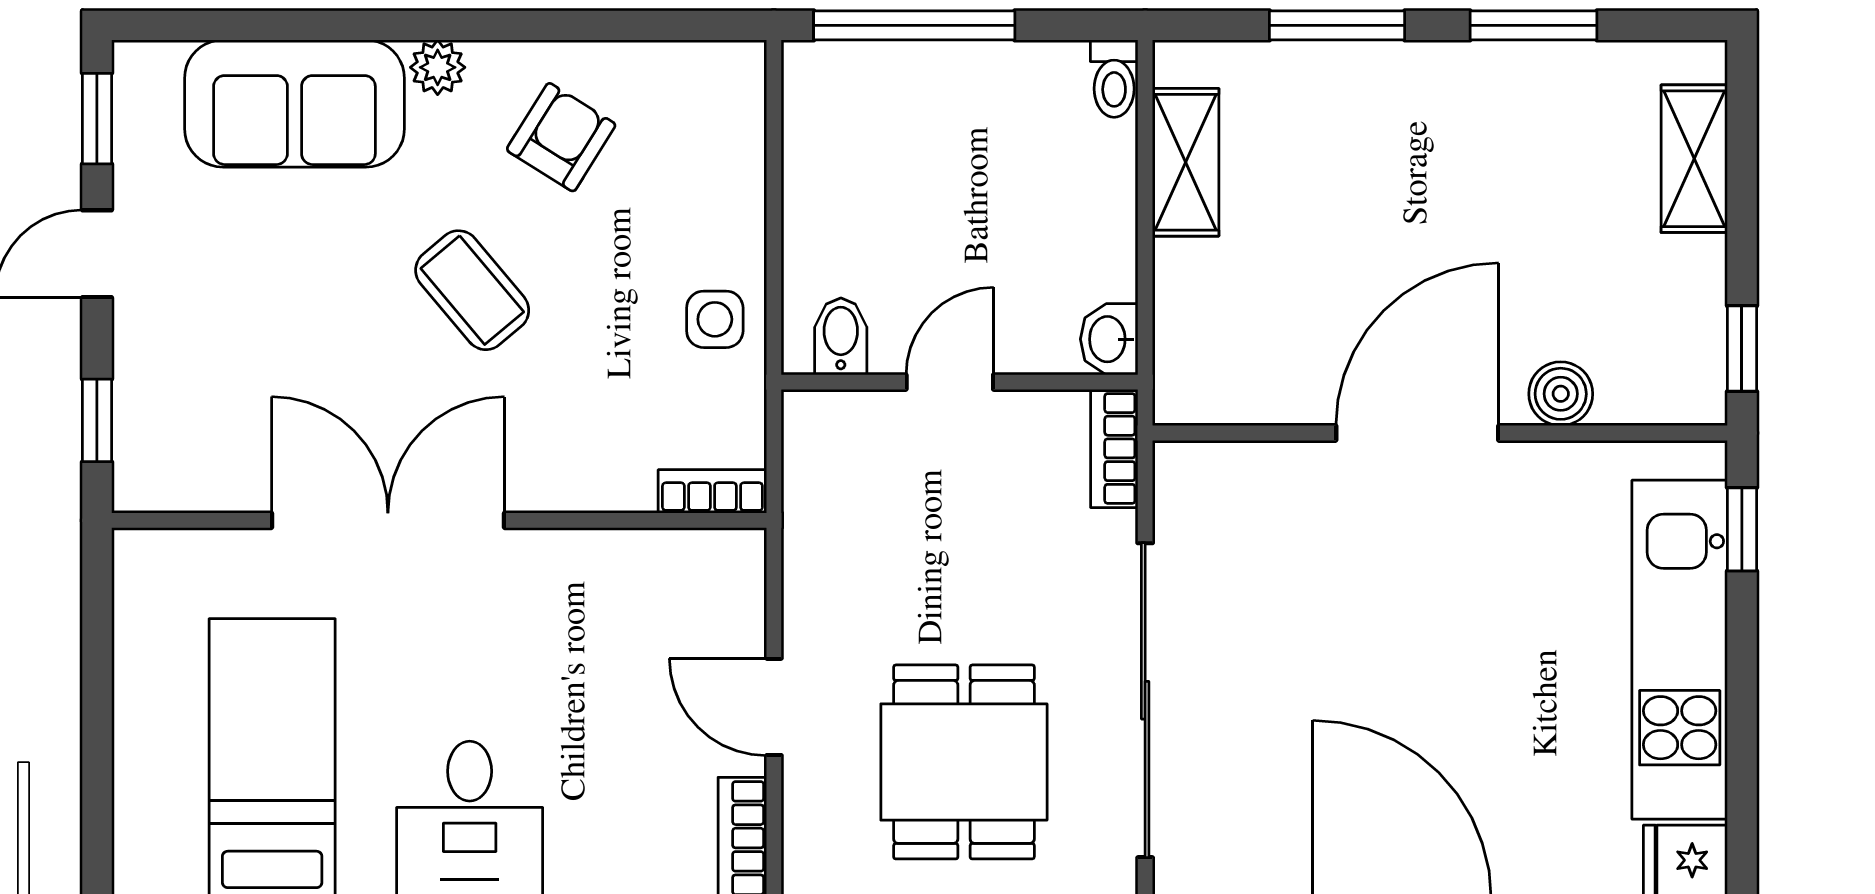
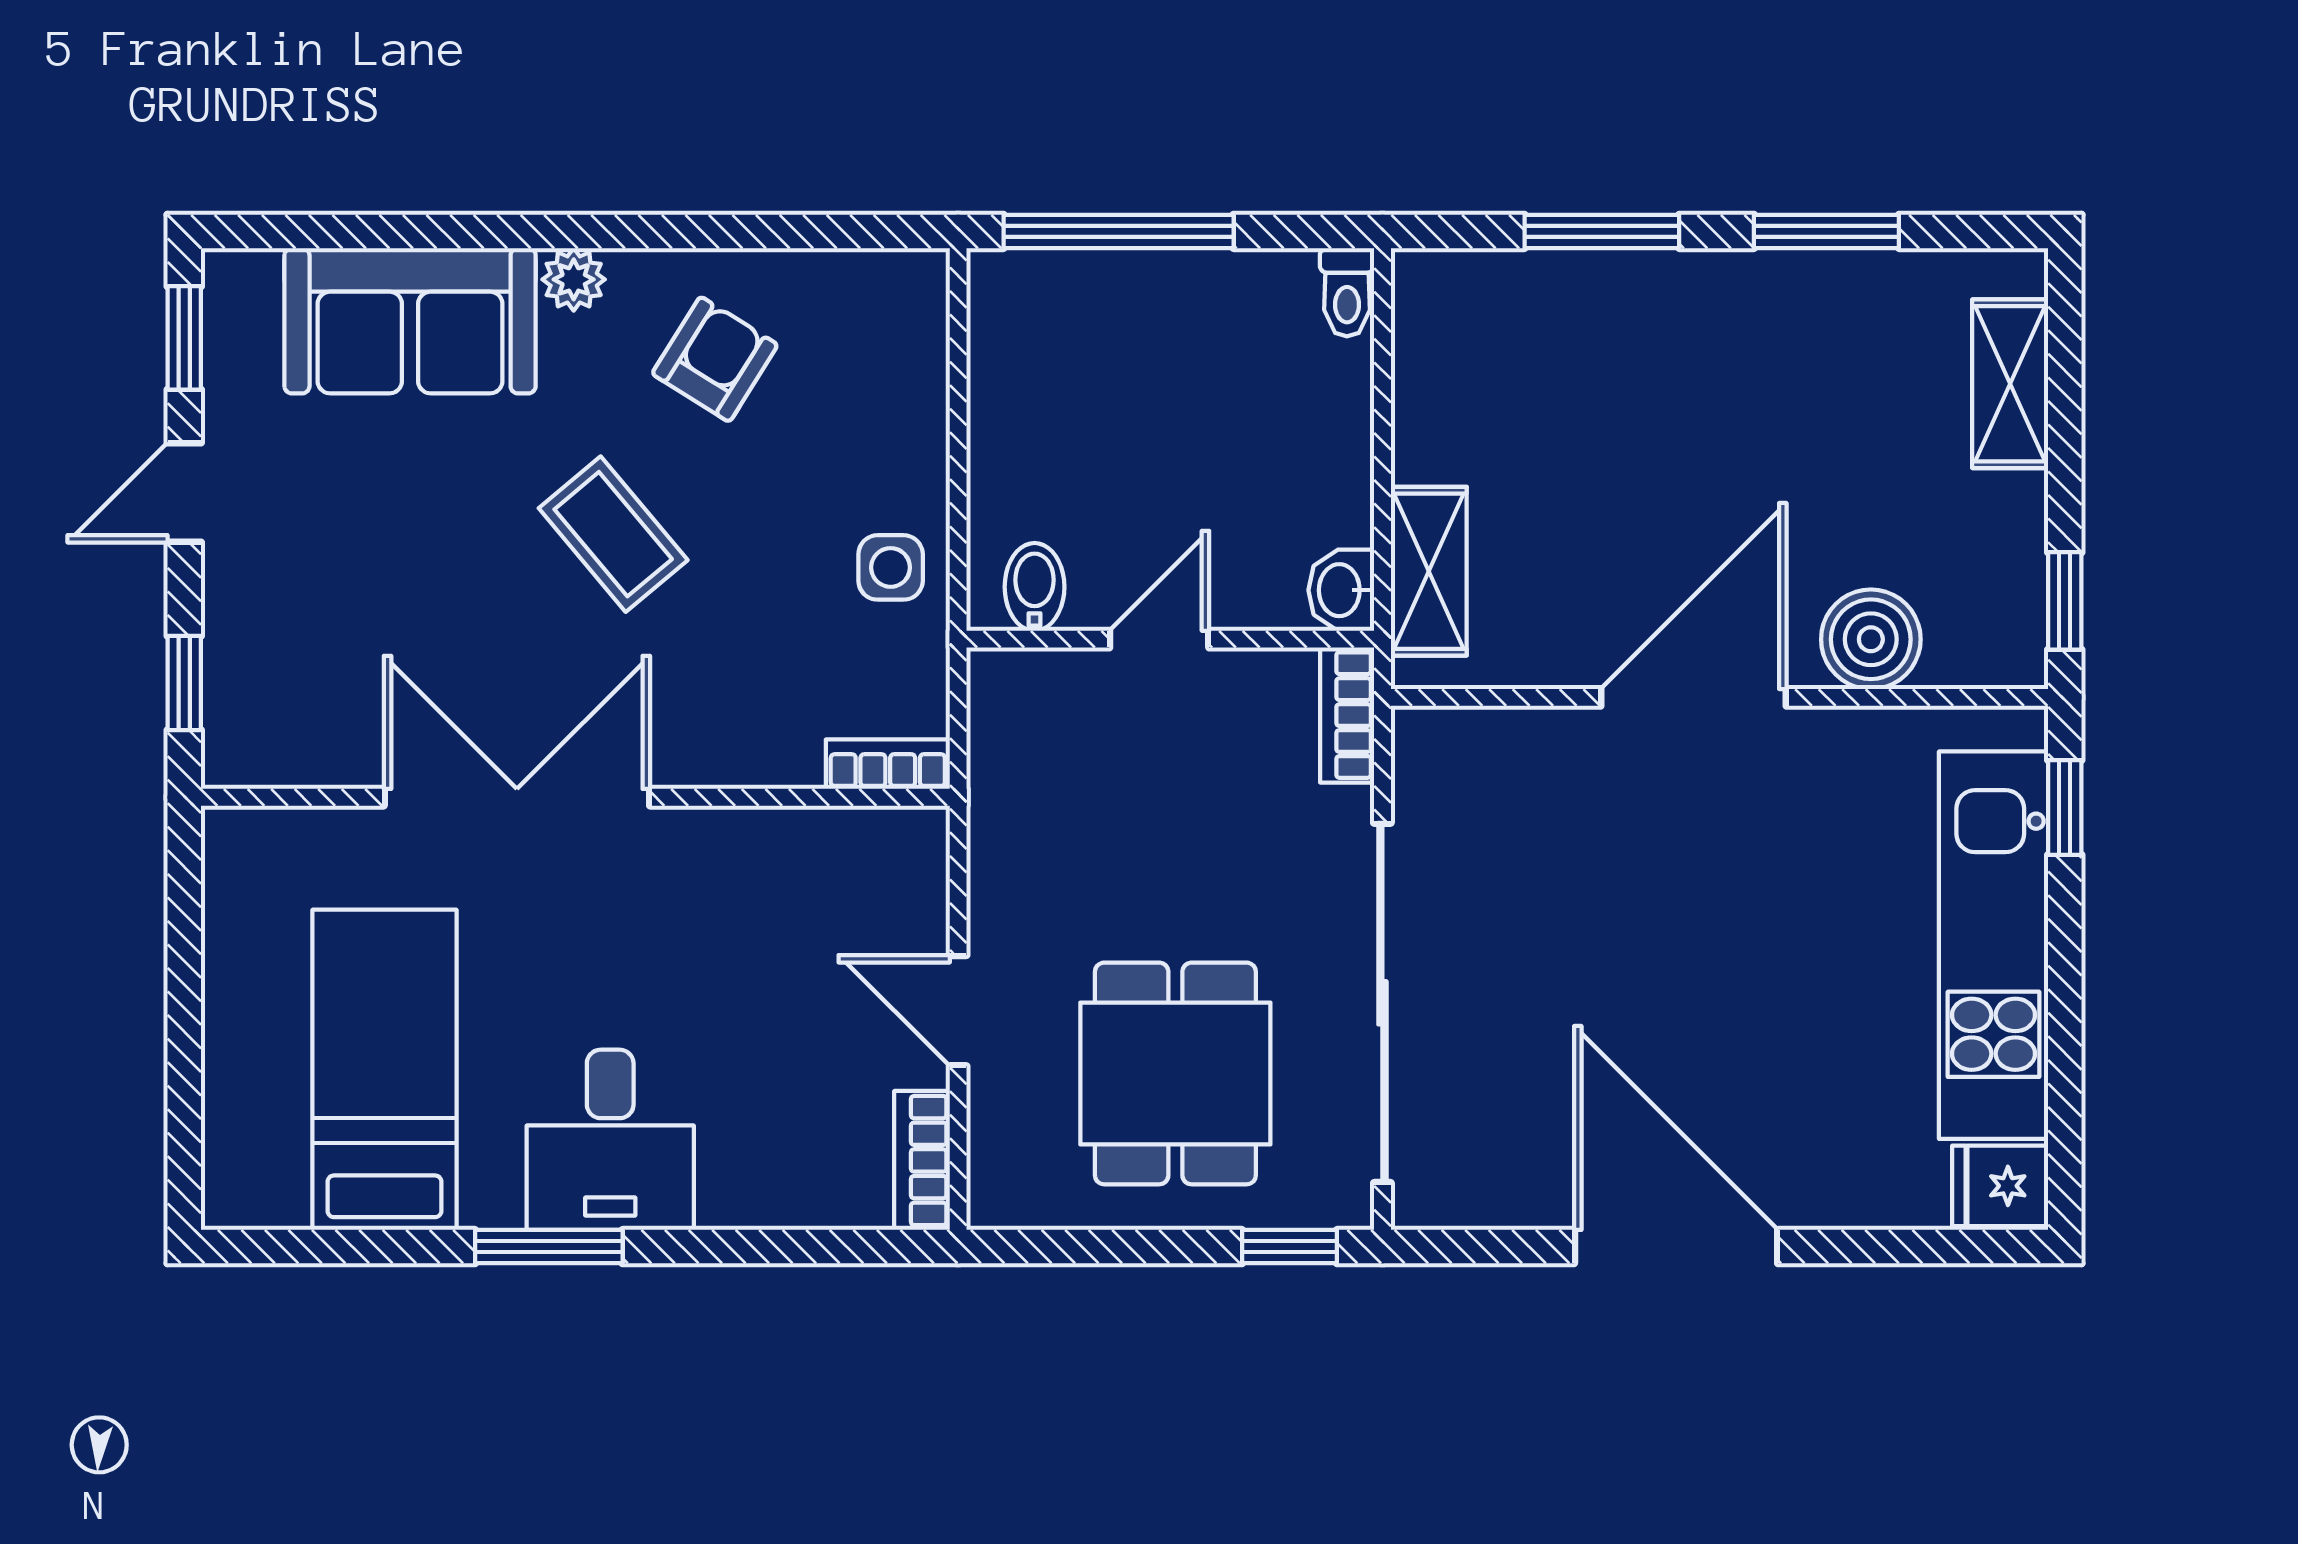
shelving: (1186, 162) -> (1429, 571), moved
boiler: (1561, 394) -> (1871, 639), width x1.36, depth x1.36

